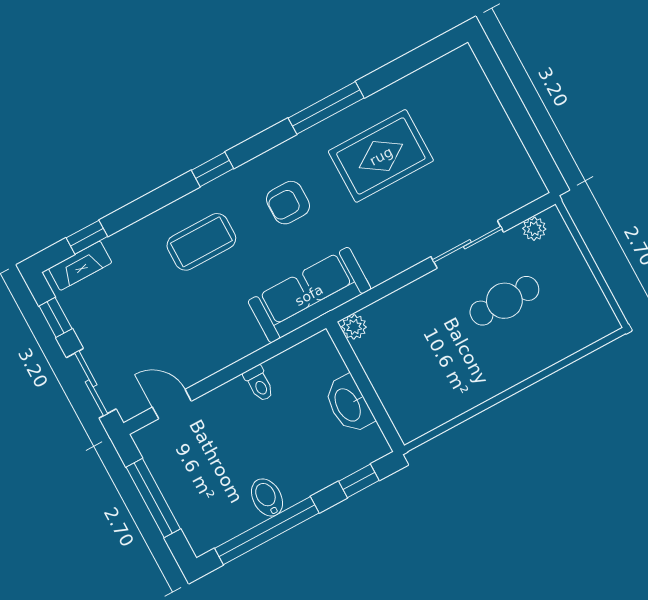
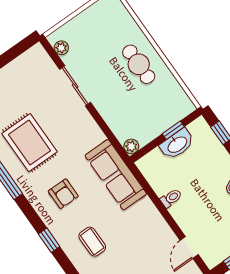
coffee table: (201, 242) -> (92, 242), width x0.73, depth x0.77
cafe table: (504, 301) -> (139, 64), moved
window: (373, 401) -> (173, 130), added

